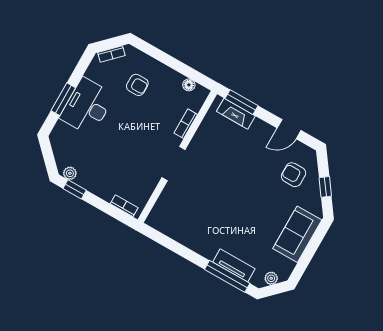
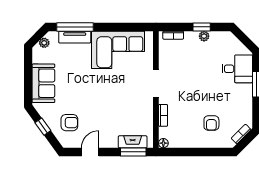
armchair: (137, 85) -> (211, 123), turned -90
floor lamp: (189, 85) -> (163, 143), moved
desk: (87, 107) -> (237, 69), moved, width x0.73
plant: (70, 173) -> (204, 36), moved
window: (75, 189) -> (202, 27), moved
corner sofa: (194, 224) -> (118, 50), added

